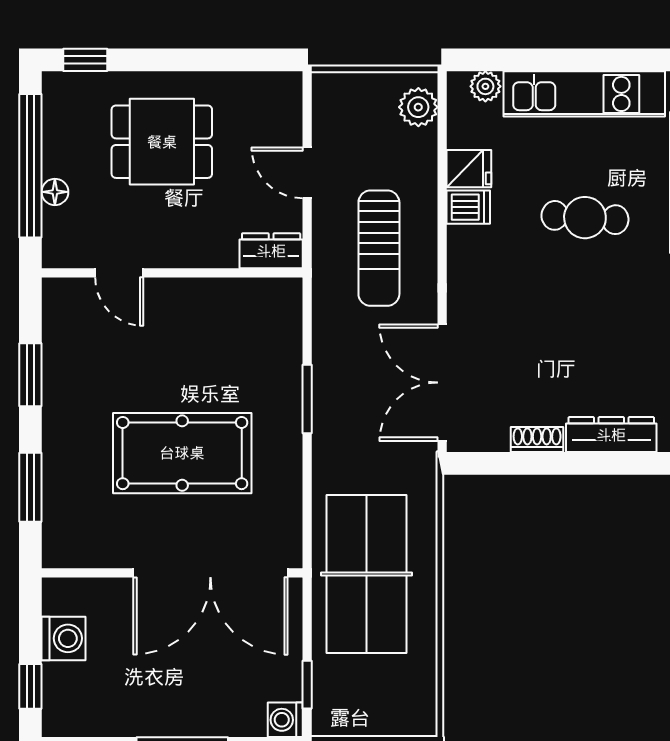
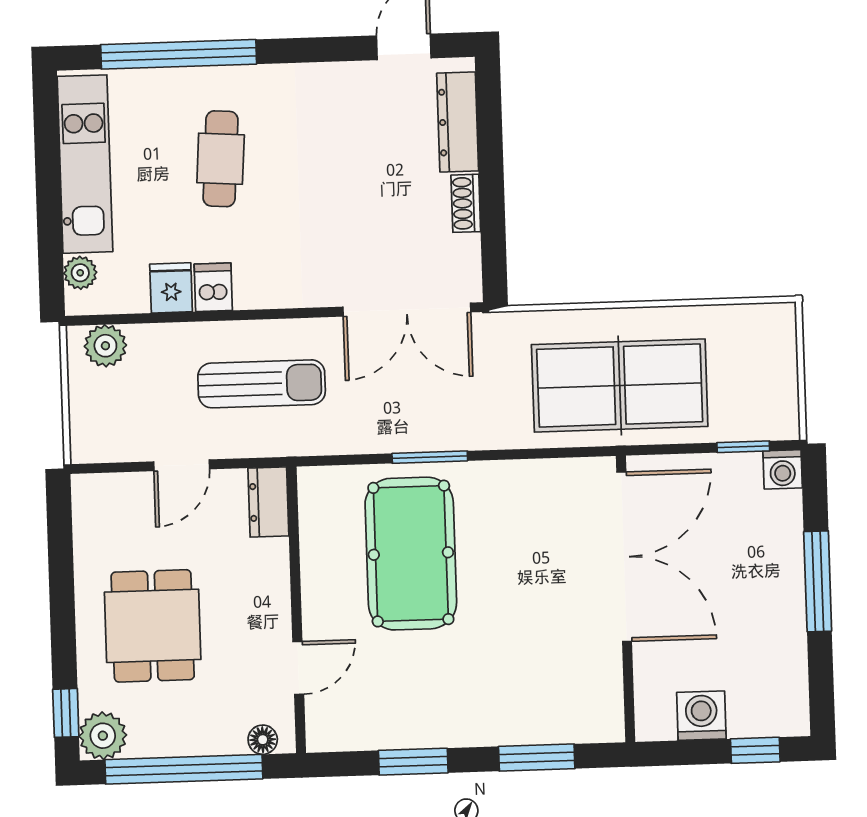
plant: (63, 93) -> (103, 736), added
floor lamp: (55, 192) -> (263, 740), moved
pool table: (182, 453) -> (411, 554), moved

